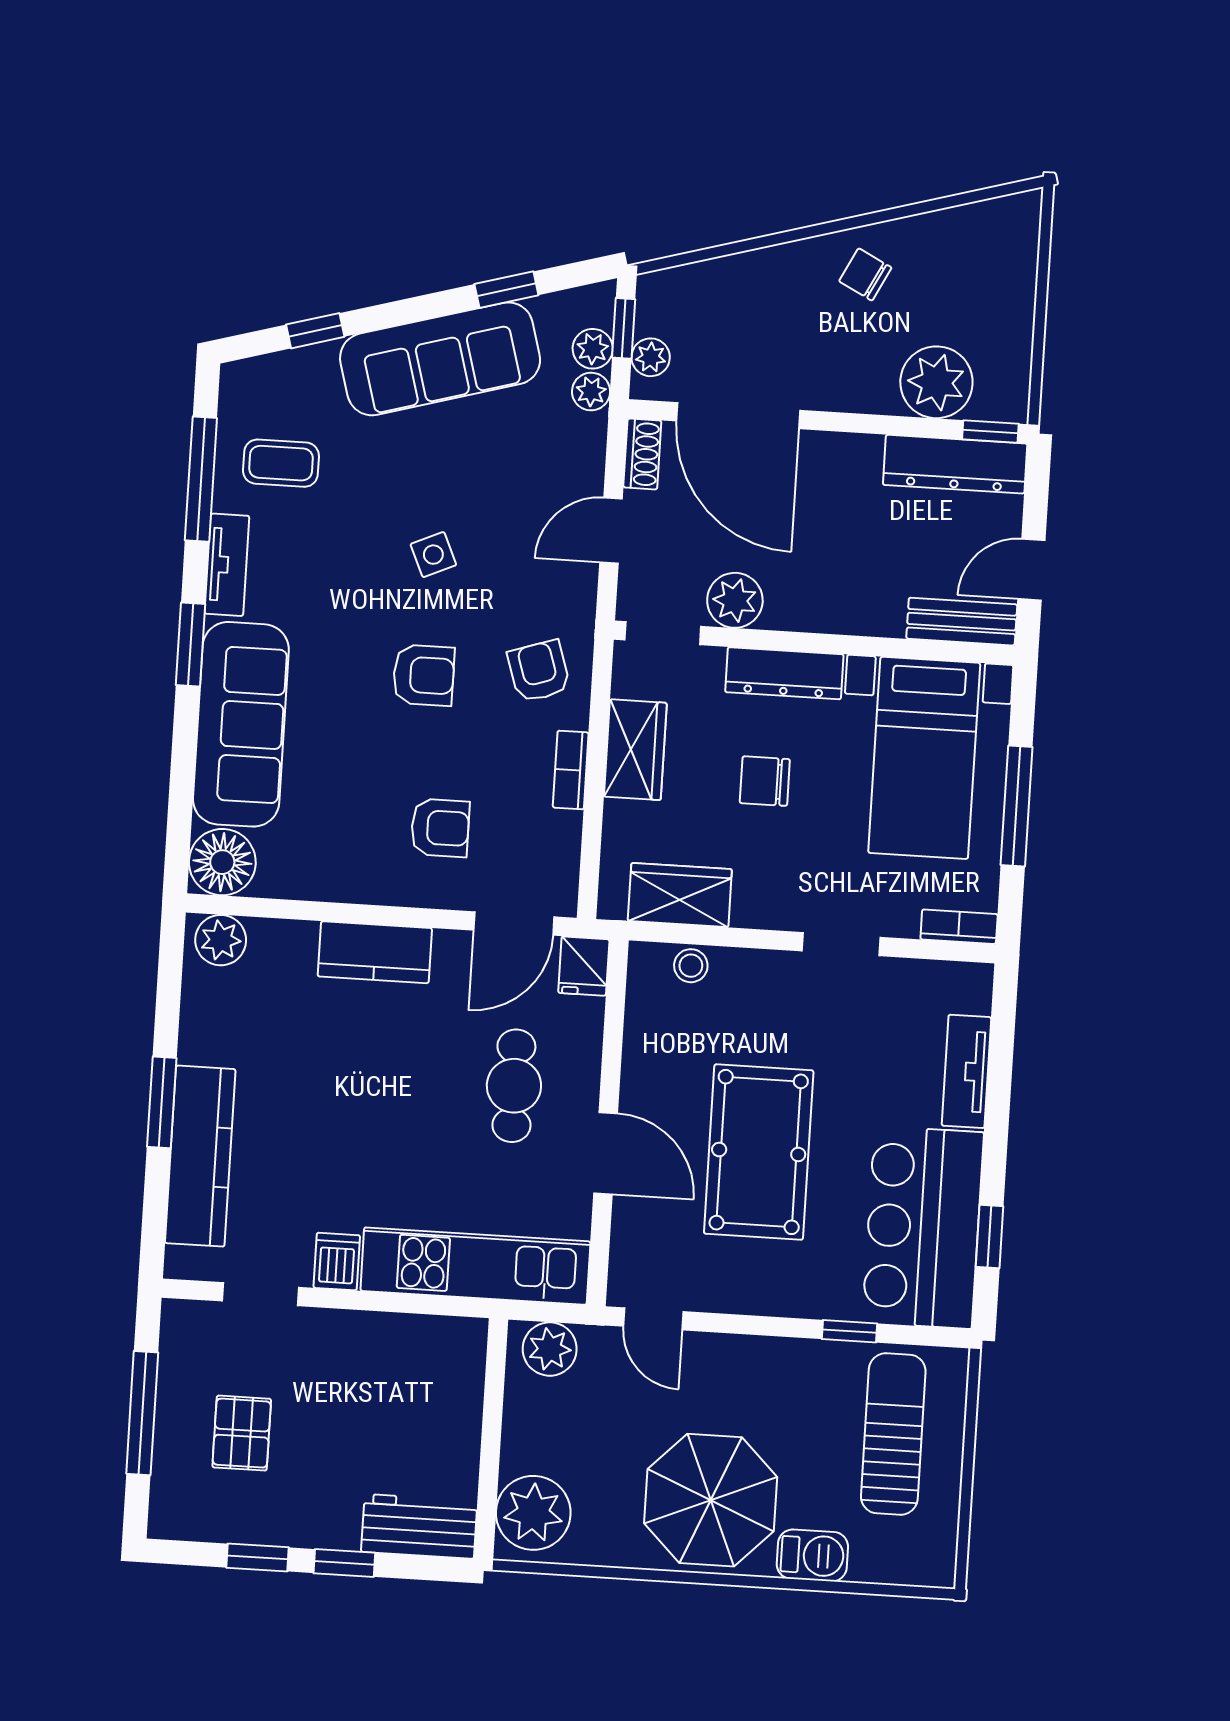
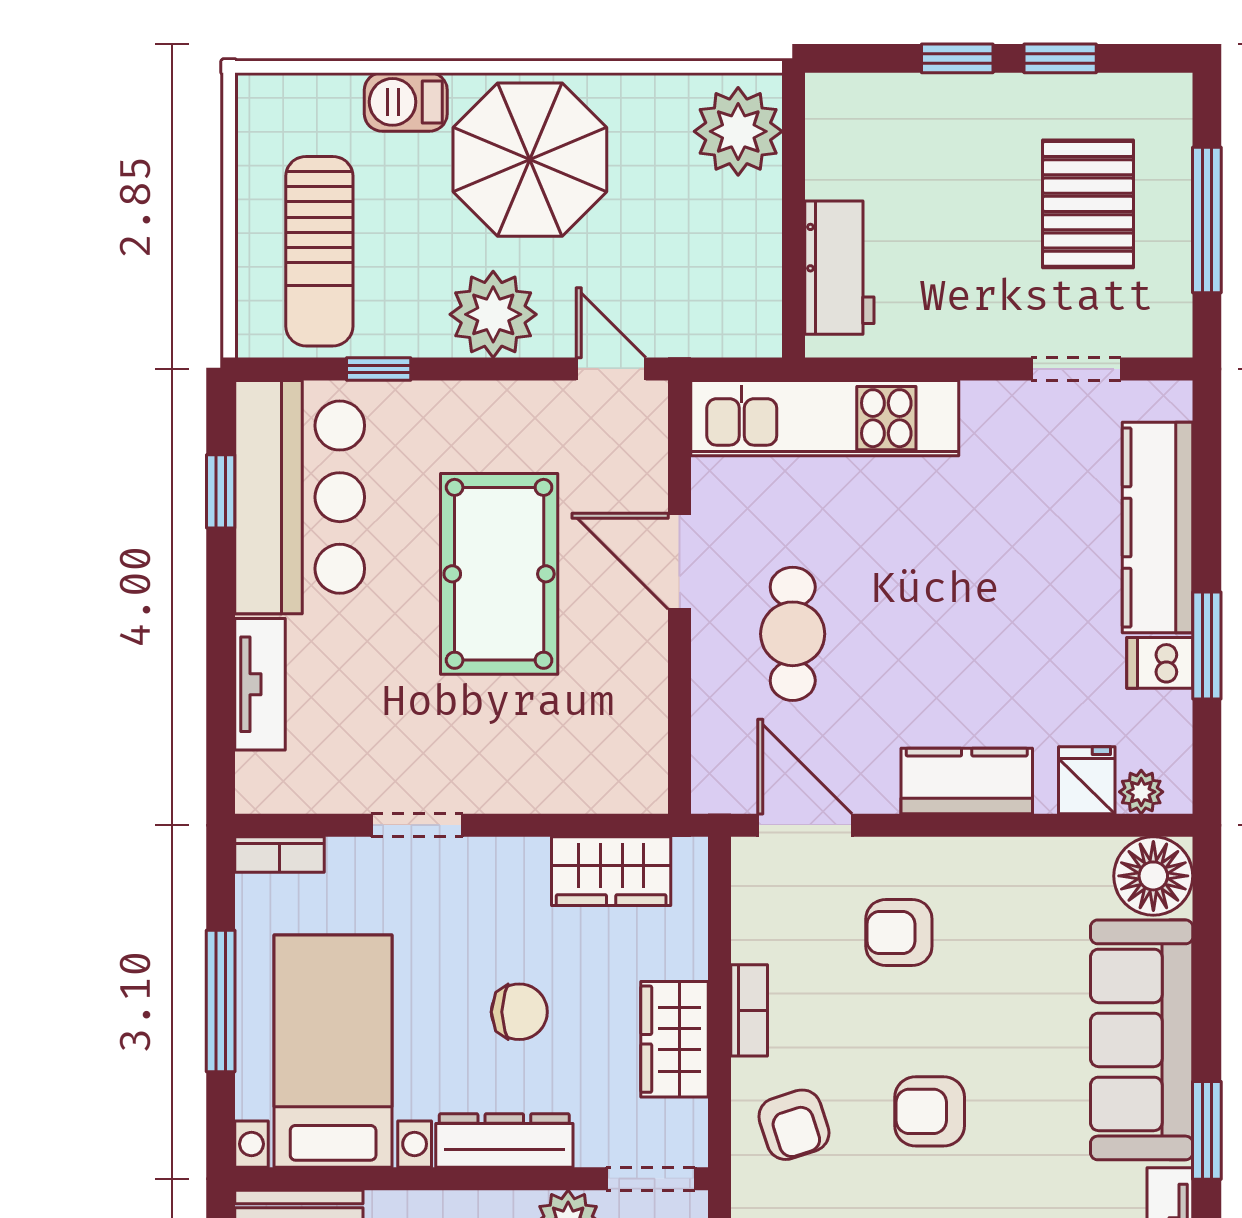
door: (514, 923) -> (805, 825), hinge flipped
plant: (221, 940) -> (1141, 792), width x0.73, depth x0.73
fridge: (584, 966) -> (1087, 780), moved
stool: (691, 966) -> (593, 789), removed
window: (162, 1102) -> (1207, 646), moved
dishwasher: (337, 1262) -> (1160, 663), moved, turned 90
plant: (550, 1349) -> (493, 314), moved, width x1.36, depth x1.36
pallet: (242, 1433) -> (1088, 204), width x1.50, depth x1.42
workbench: (419, 1526) -> (839, 268), moved, turned -90

